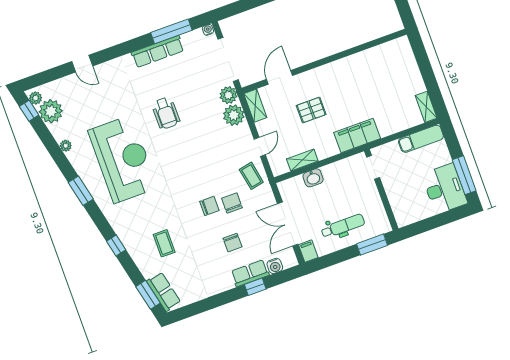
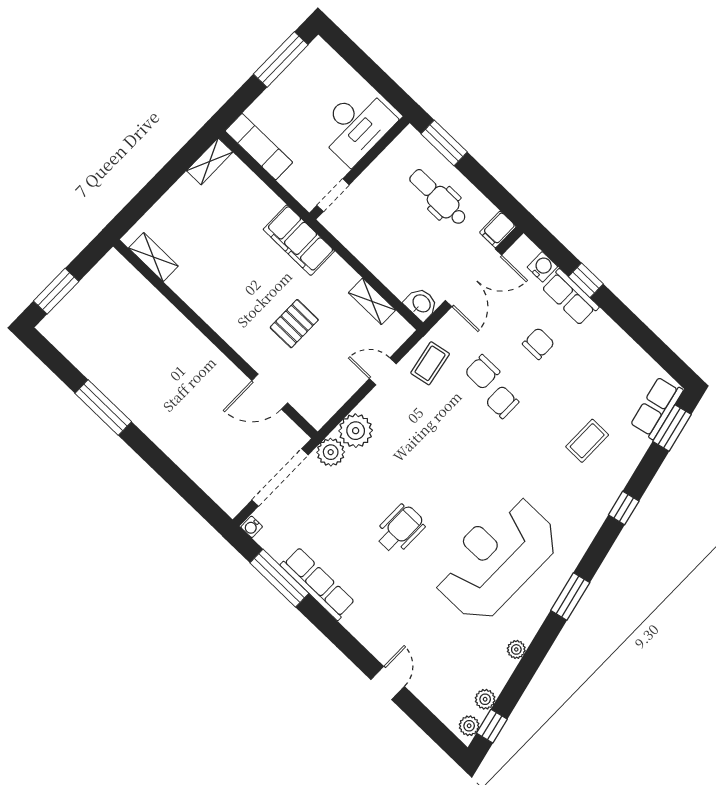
shelving: (255, 106) -> (153, 257), moved, turned 90
pallet: (311, 110) -> (294, 324), turned 90
plant: (51, 111) -> (485, 699), width x0.53, depth x0.53
washbasin: (313, 178) -> (421, 304), moved
desk: (444, 189) -> (356, 126), moved, turned 180

